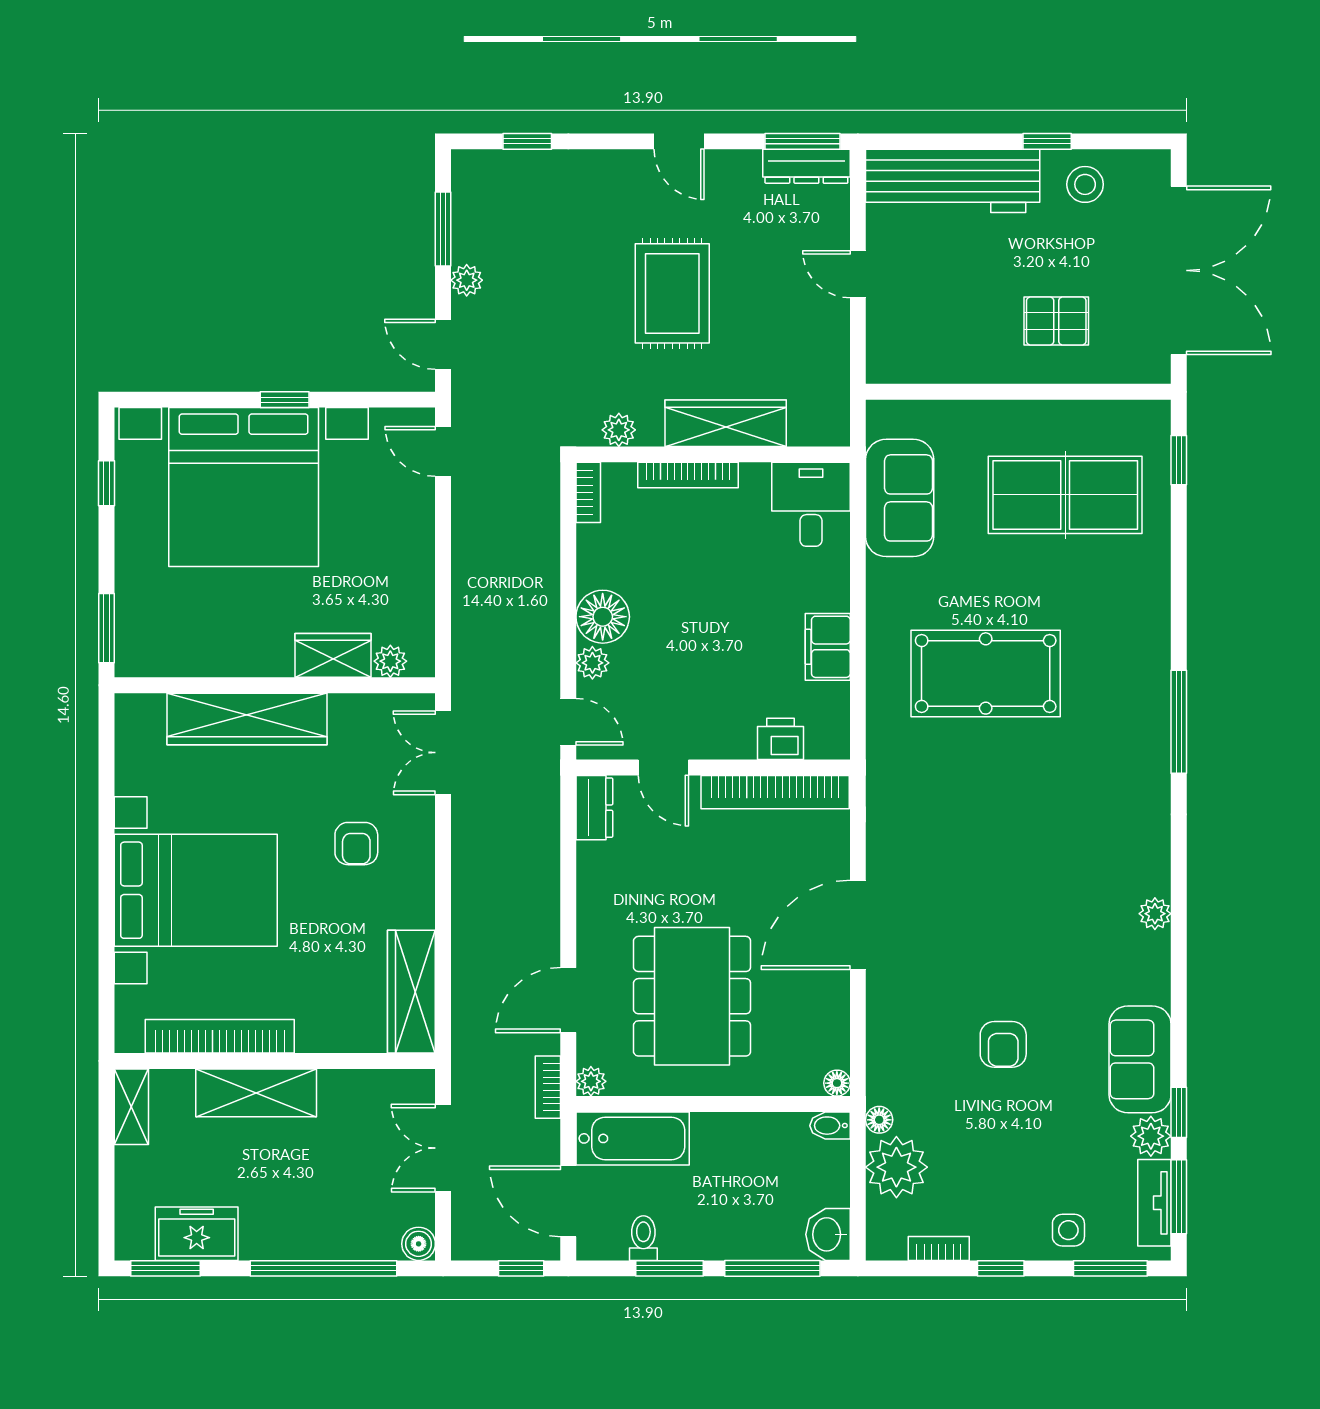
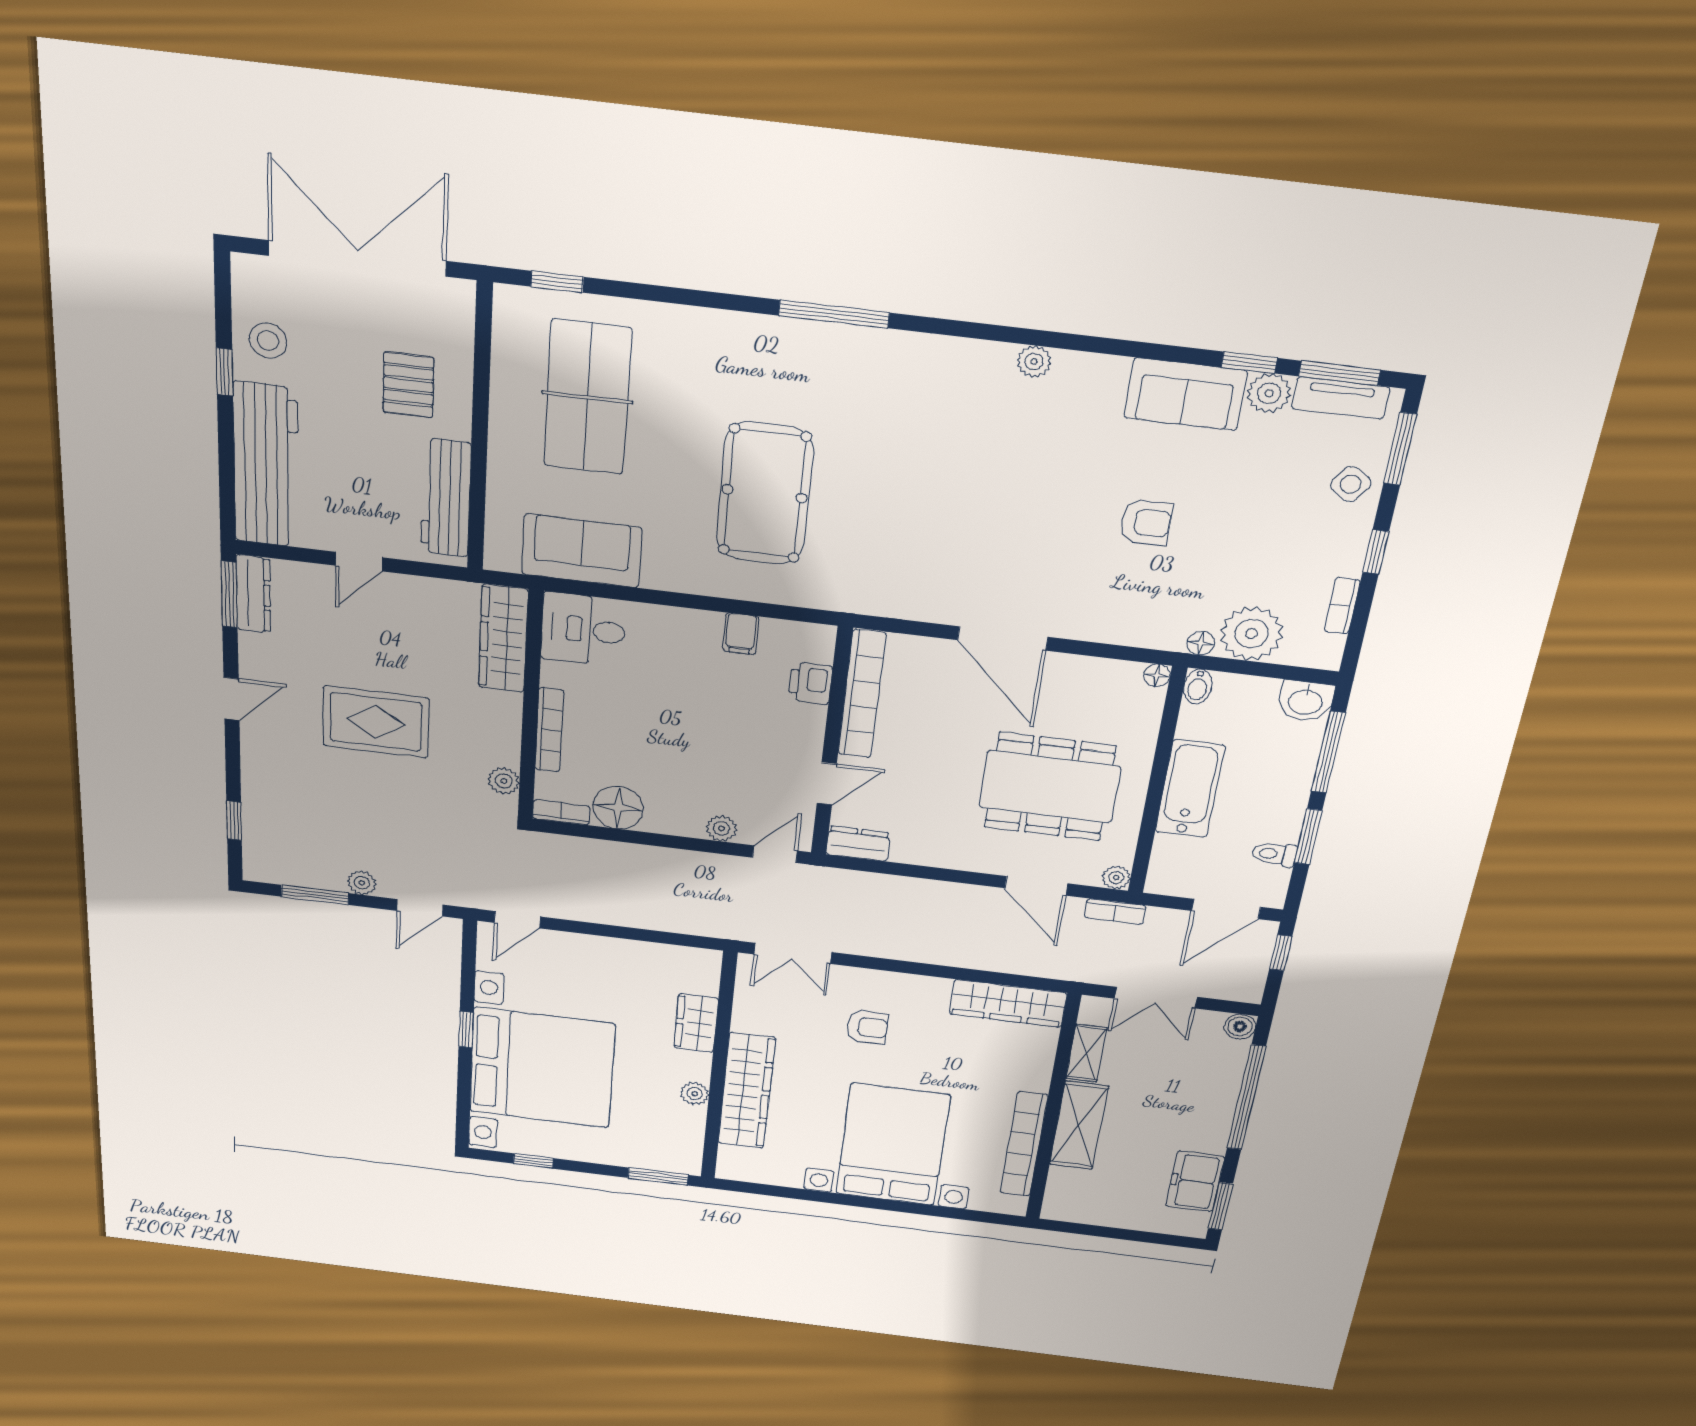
workbench: (940, 360) -> (446, 498), added
wardrobe: (726, 423) -> (503, 638), moved
floor lamp: (603, 617) -> (618, 808), moved
filing cabinet: (828, 647) -> (741, 634), width x0.50
plant: (390, 661) -> (695, 1094), moved
shelving: (131, 1107) -> (1086, 1053), moved, turned 90
bathtub: (633, 1138) -> (1190, 789), moved
side table: (1068, 1230) -> (1351, 484), turned 35

